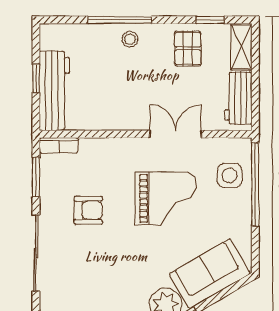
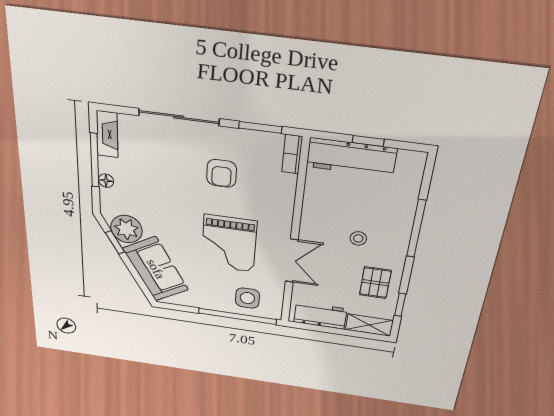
stool: (130, 39) -> (358, 238), moved
pallet: (188, 49) -> (375, 283), turned 90

